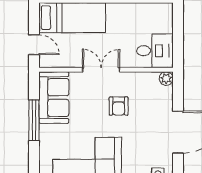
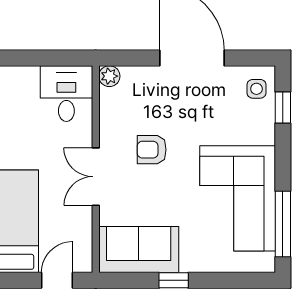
armchair: (119, 106) -> (152, 150), turned 180
window: (34, 120) -> (174, 280), width x0.46

